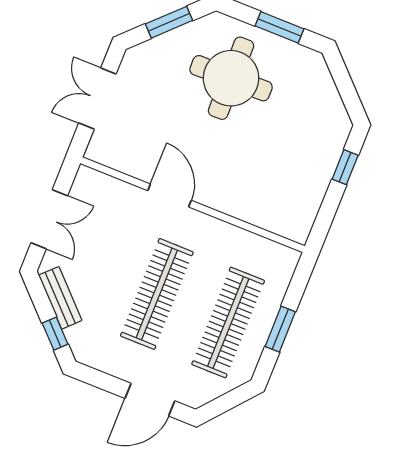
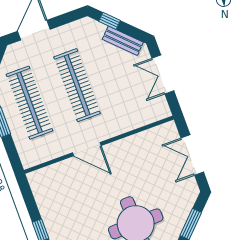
double door: (97, 99) -> (192, 155), swing flipped
door: (170, 196) -> (87, 149), moved

